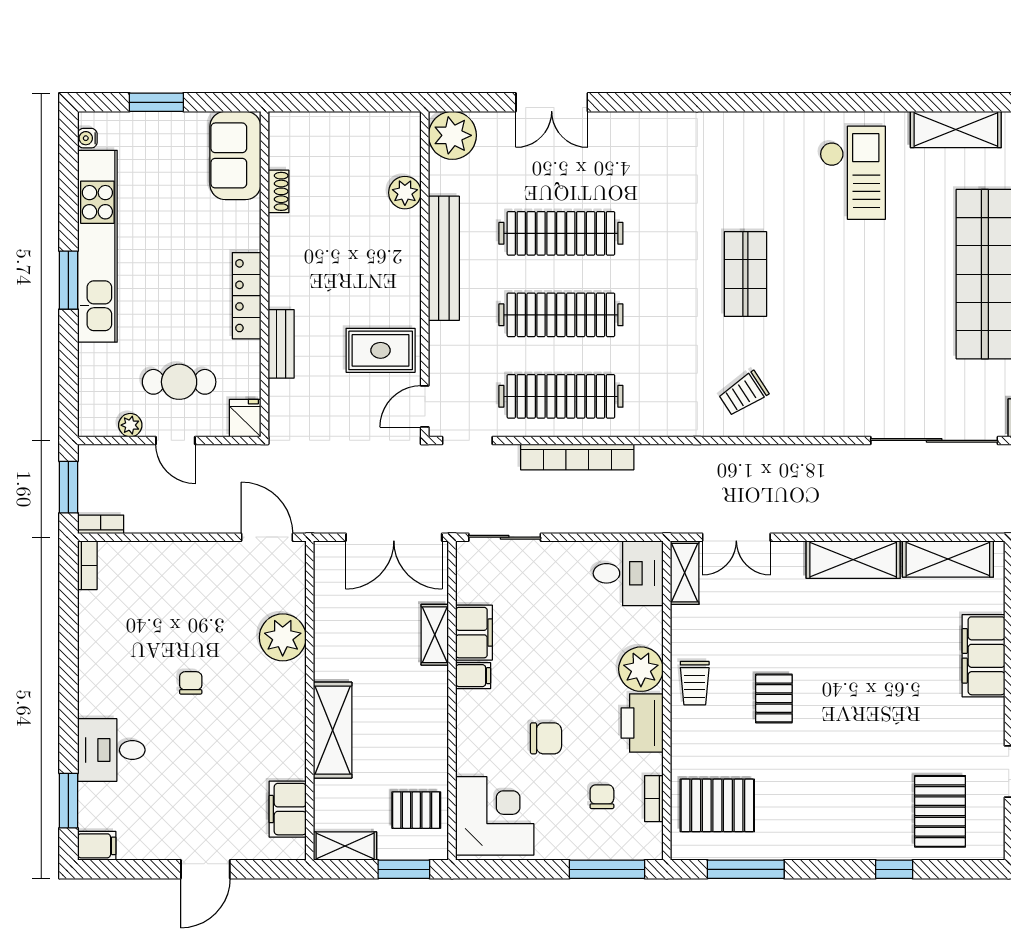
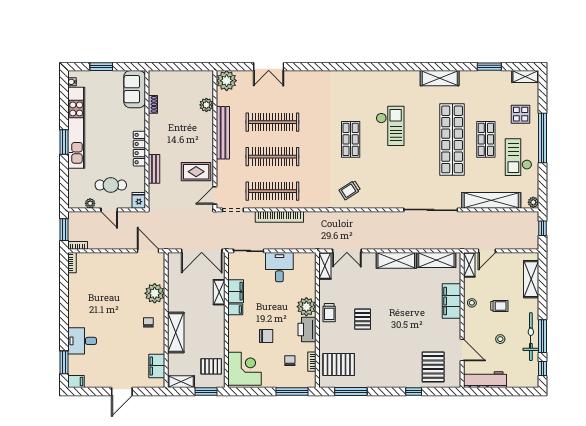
checkout: (853, 173) -> (390, 126), moved
desk: (628, 573) -> (279, 267), moved, turned -90
chair: (191, 683) -> (148, 322), moved

